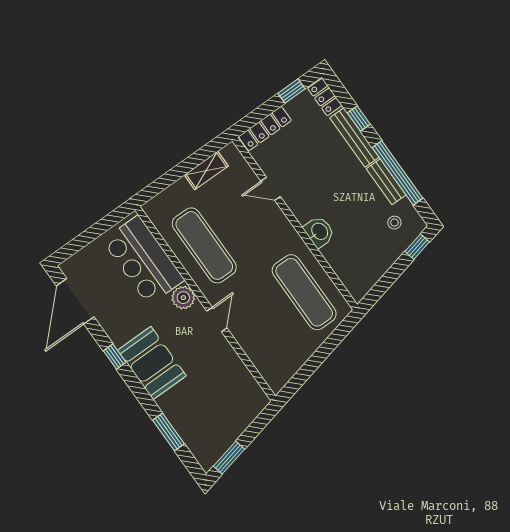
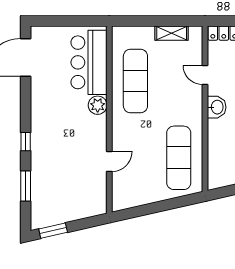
washbasin: (319, 232) -> (217, 107), moved
door: (217, 319) -> (109, 162), moved
window: (115, 356) -> (26, 142), moved
booth: (152, 363) -> (47, 133), removed

